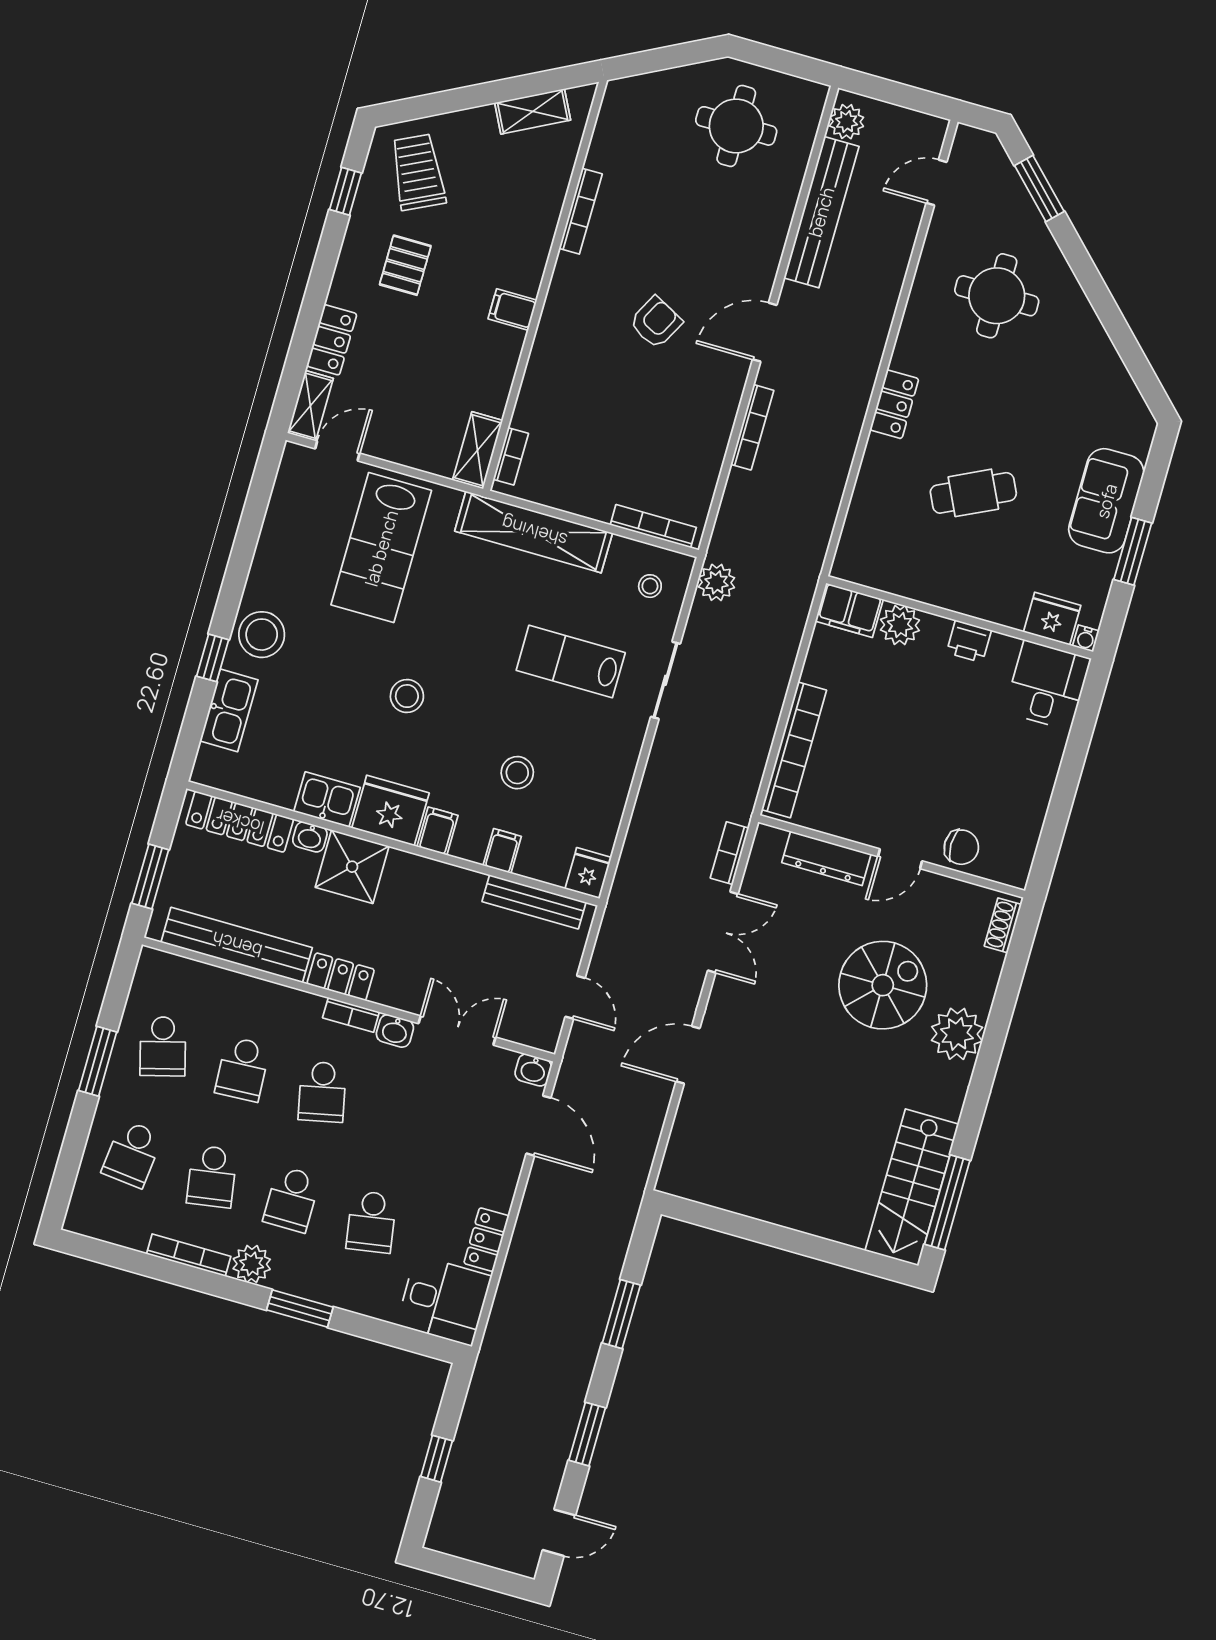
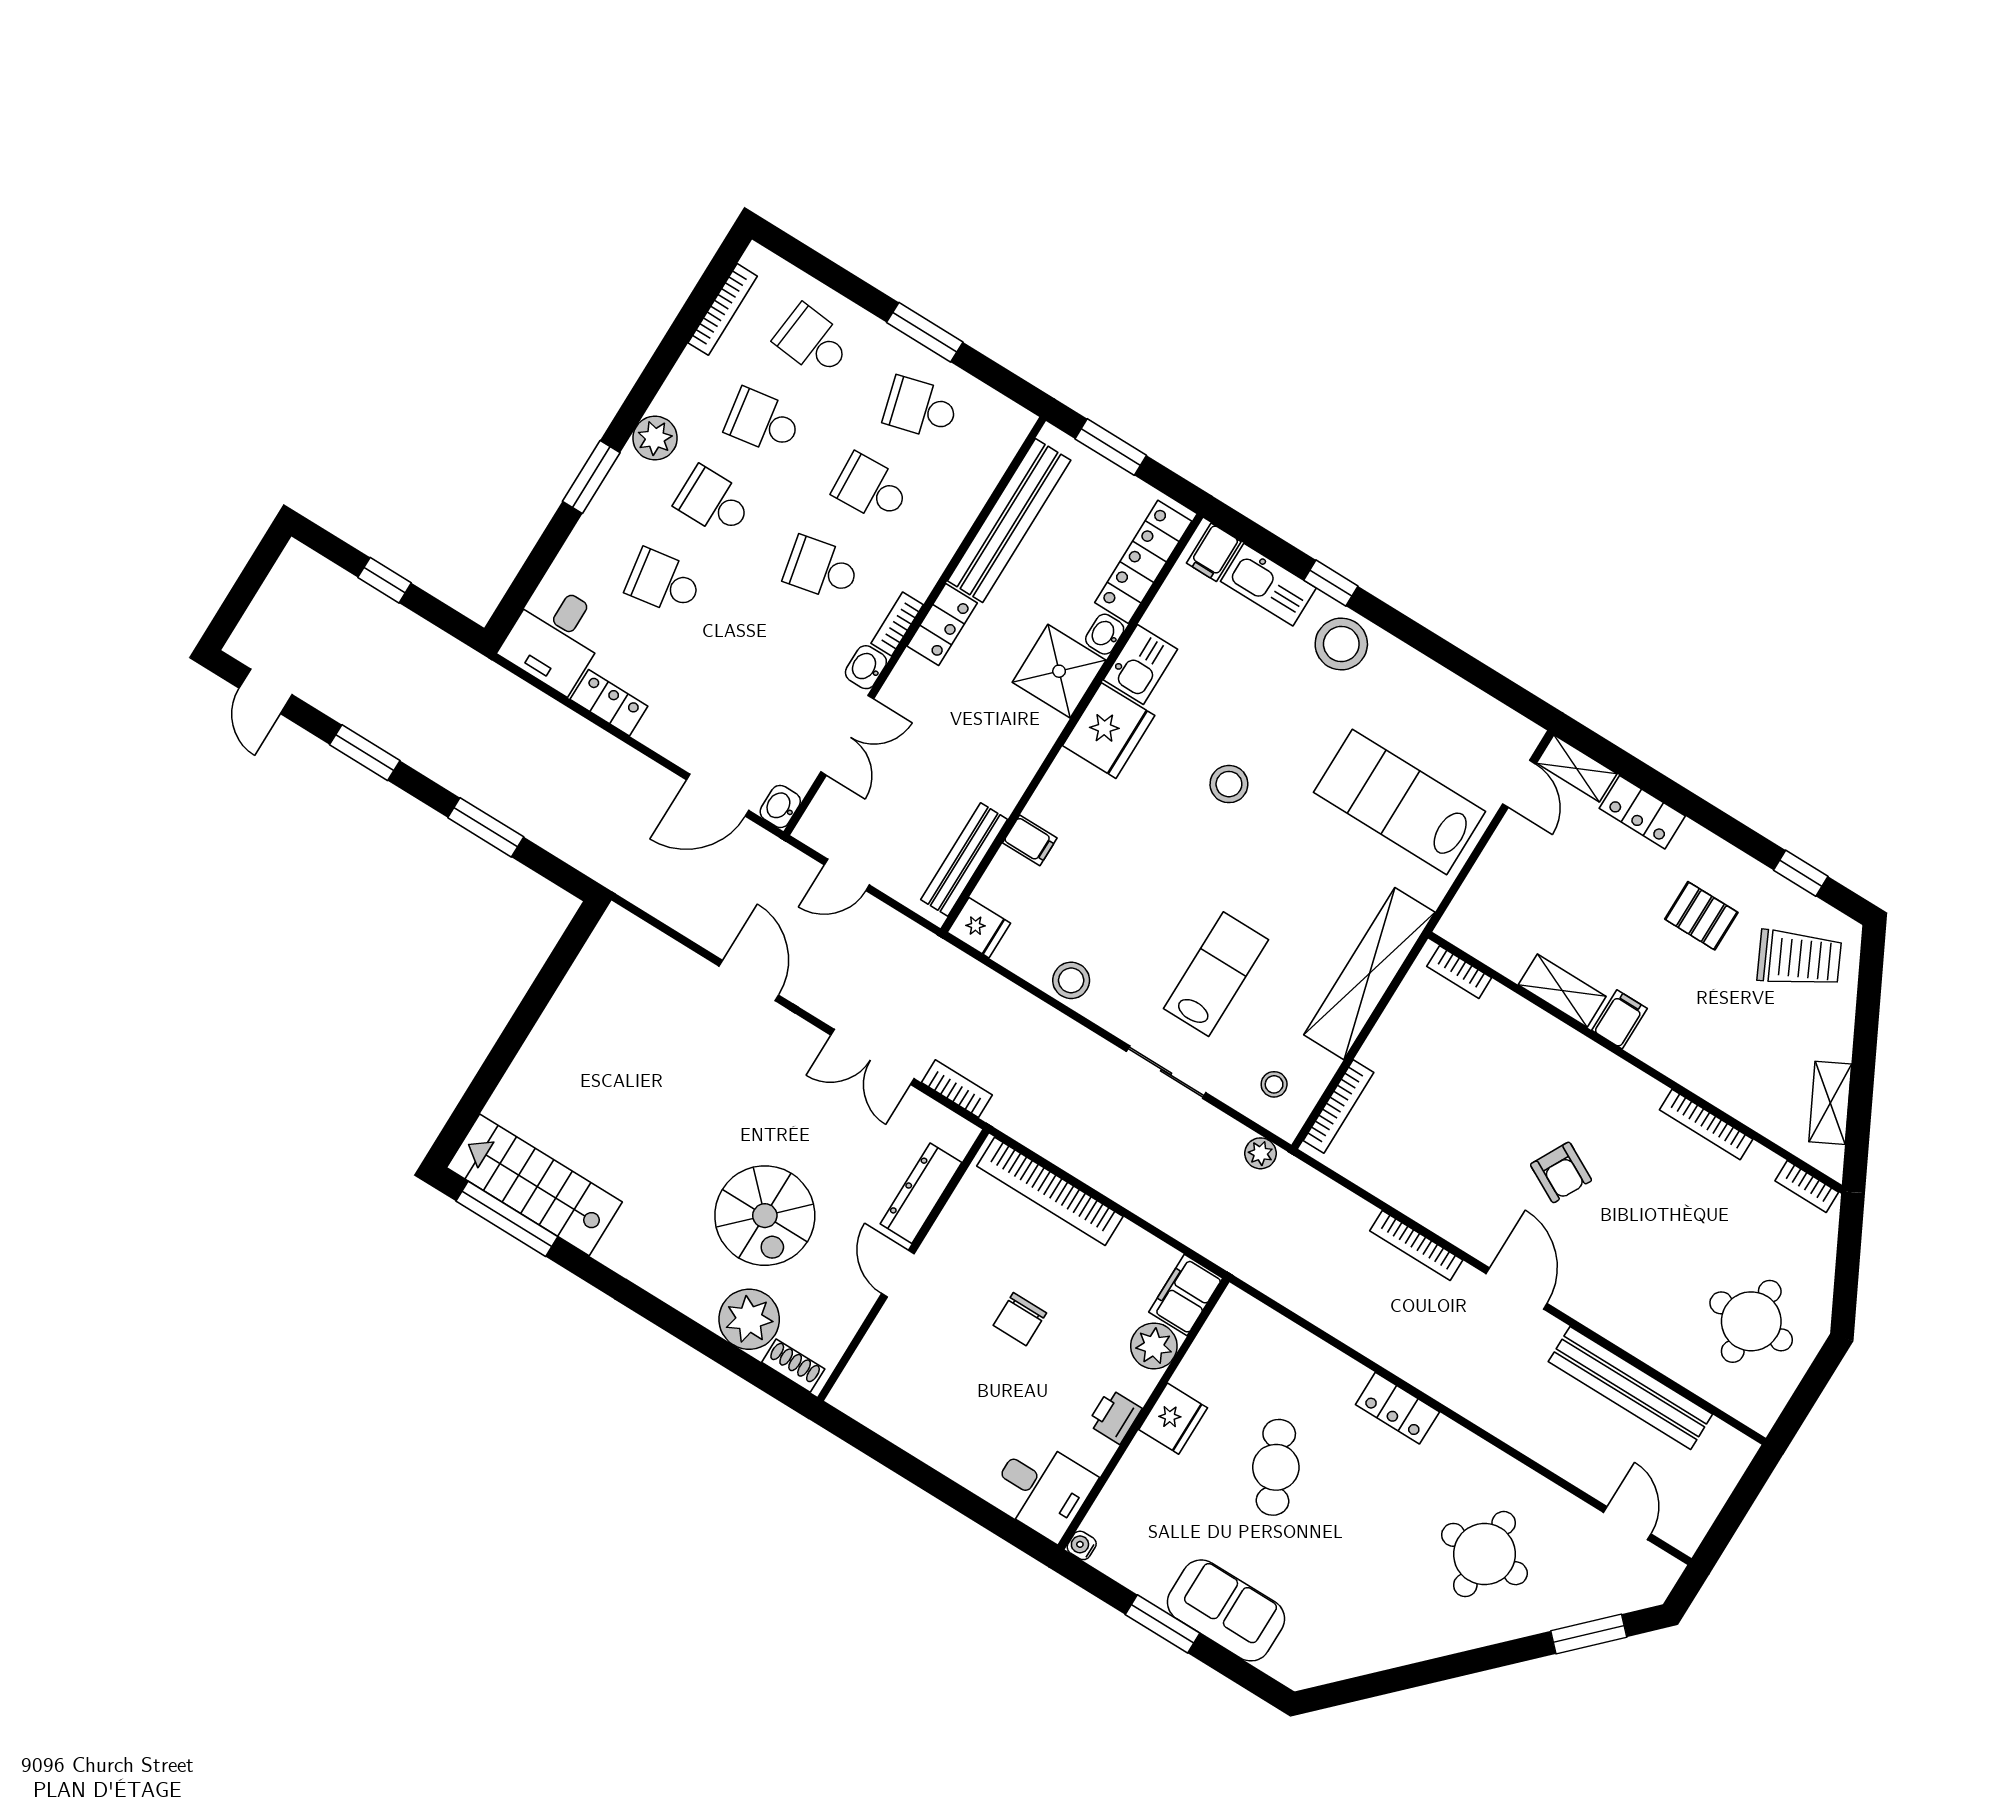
bookcase: (609, 111) -> (1807, 1187), added
plant: (847, 122) -> (1722, 1444), removed
shelving: (478, 450) -> (1562, 991), moved
plant: (717, 582) -> (1260, 1153), width x0.73, depth x0.73
fridge: (1052, 619) -> (1173, 1419), moved
stool: (517, 773) -> (1071, 980), moved
filing cabinet: (437, 831) -> (1214, 552), moved, turned 90
chair: (961, 847) -> (1020, 1319), moved
plant: (957, 1034) -> (749, 1319), moved
bookcase: (189, 1255) -> (723, 309), moved

